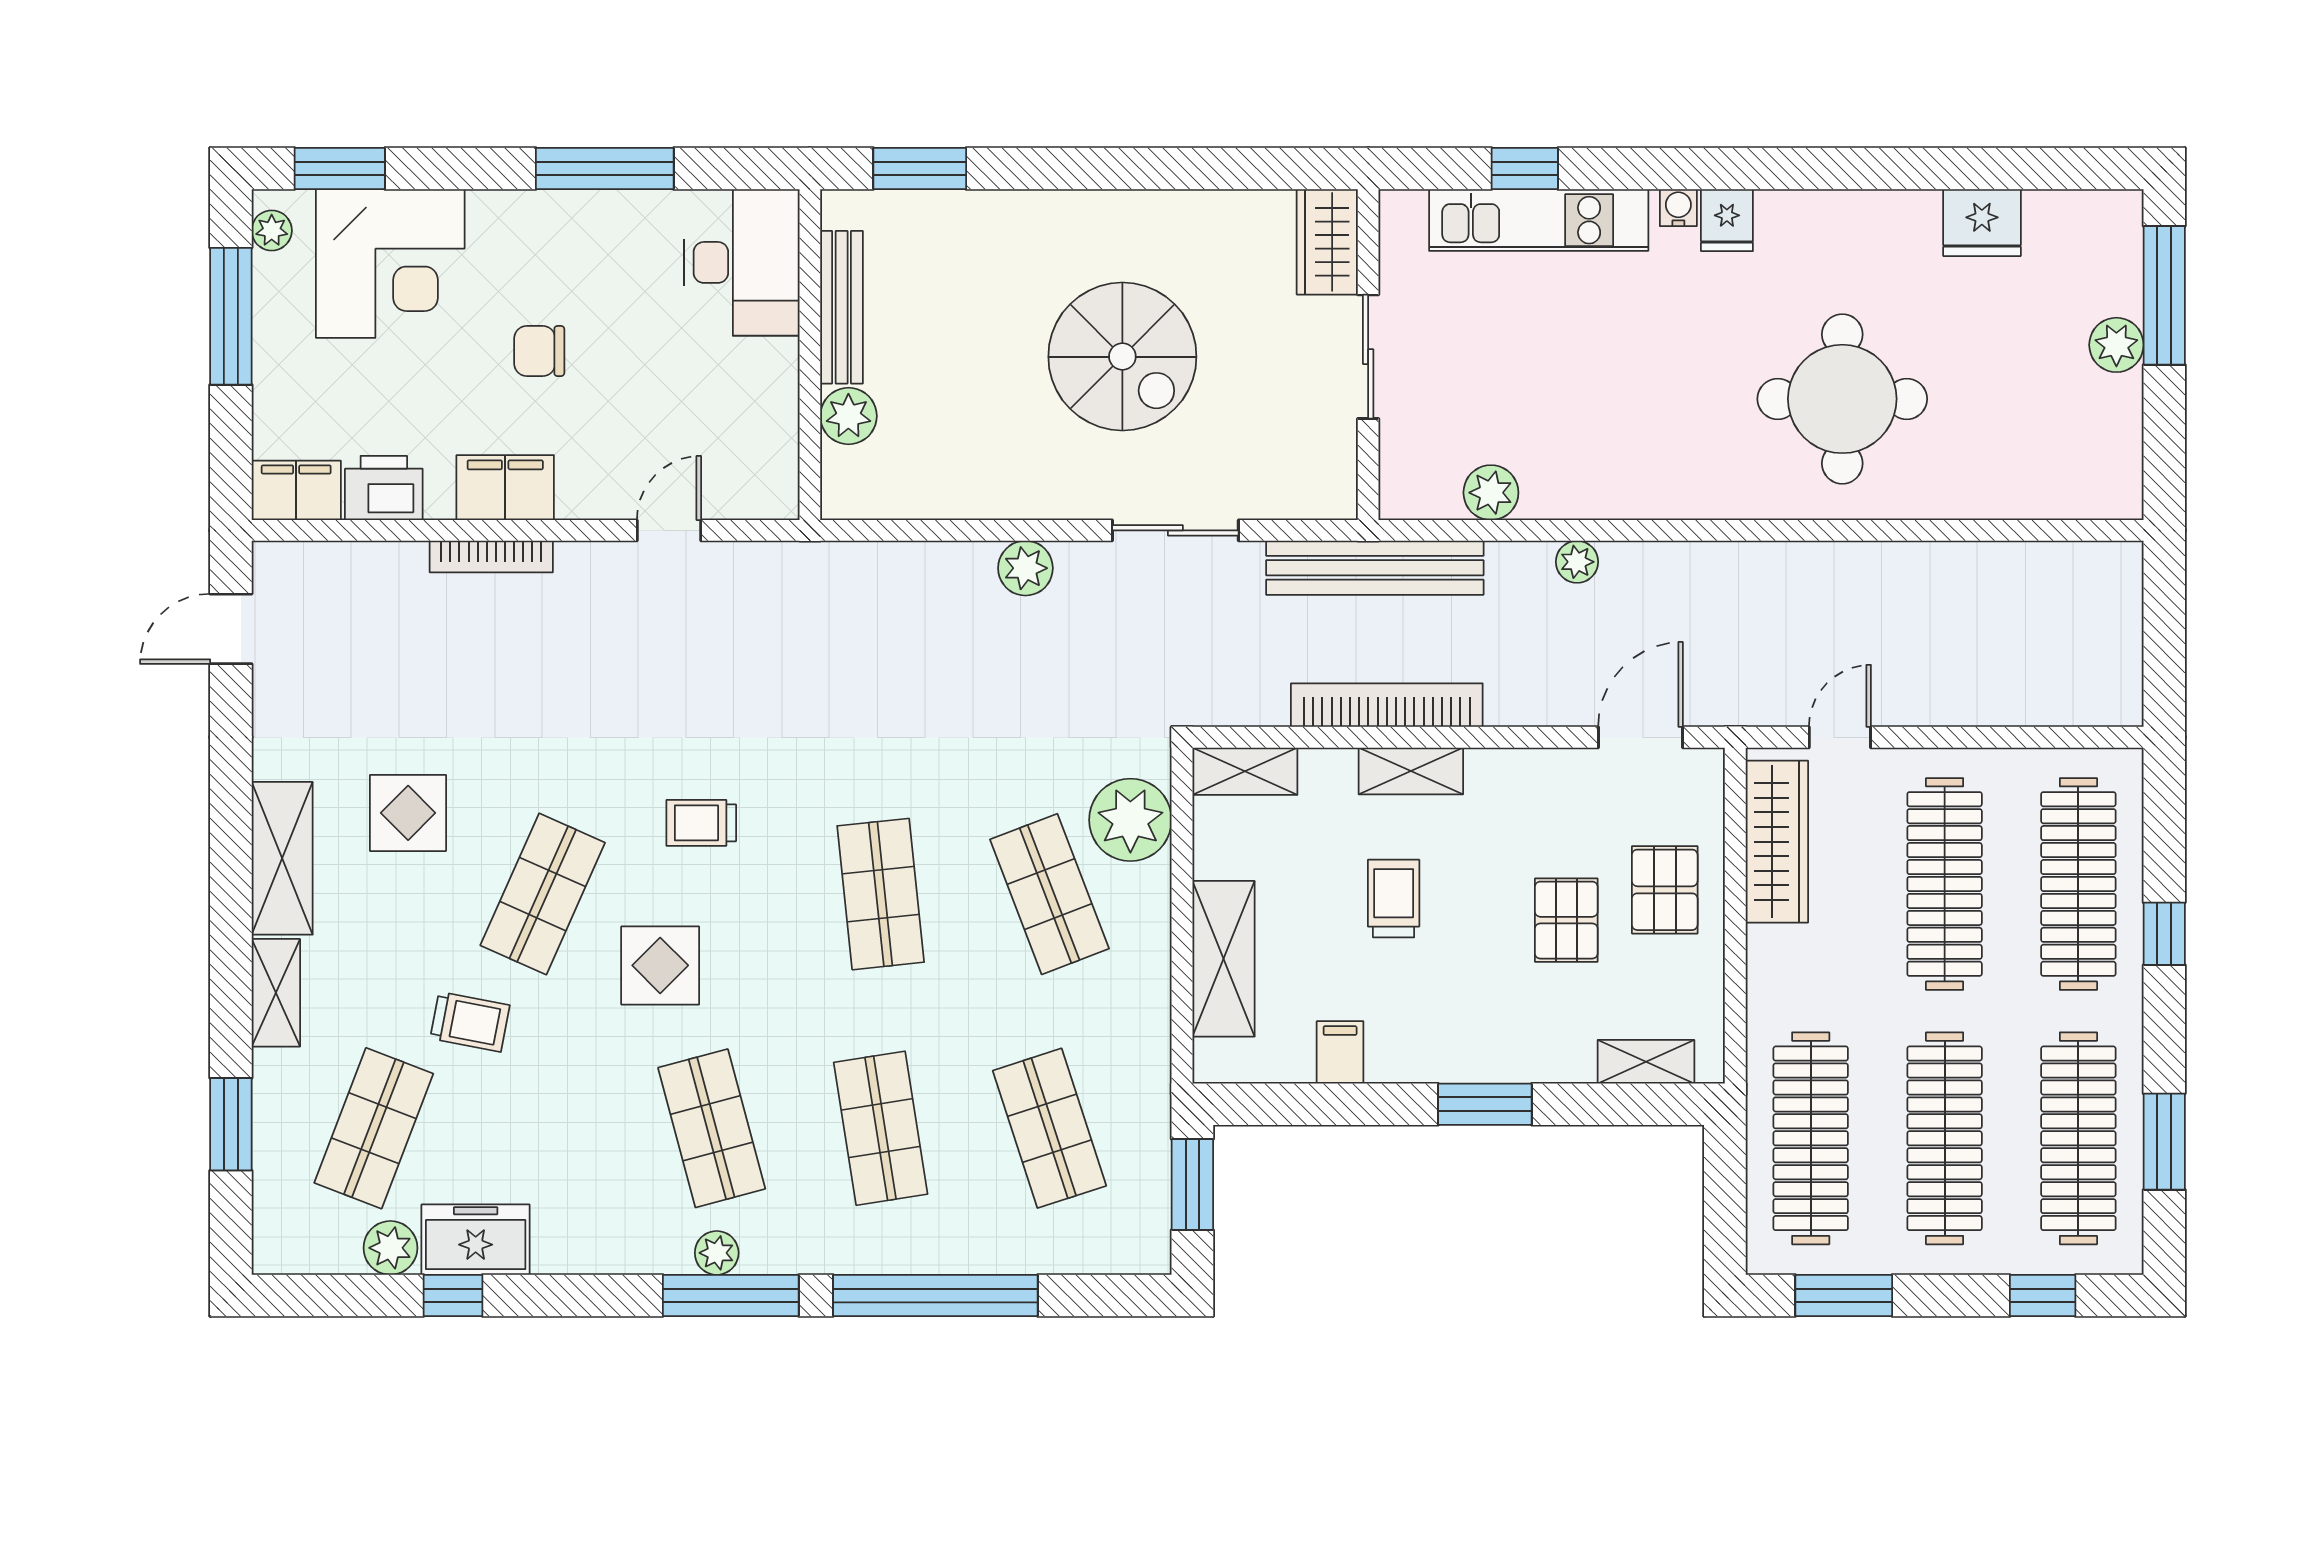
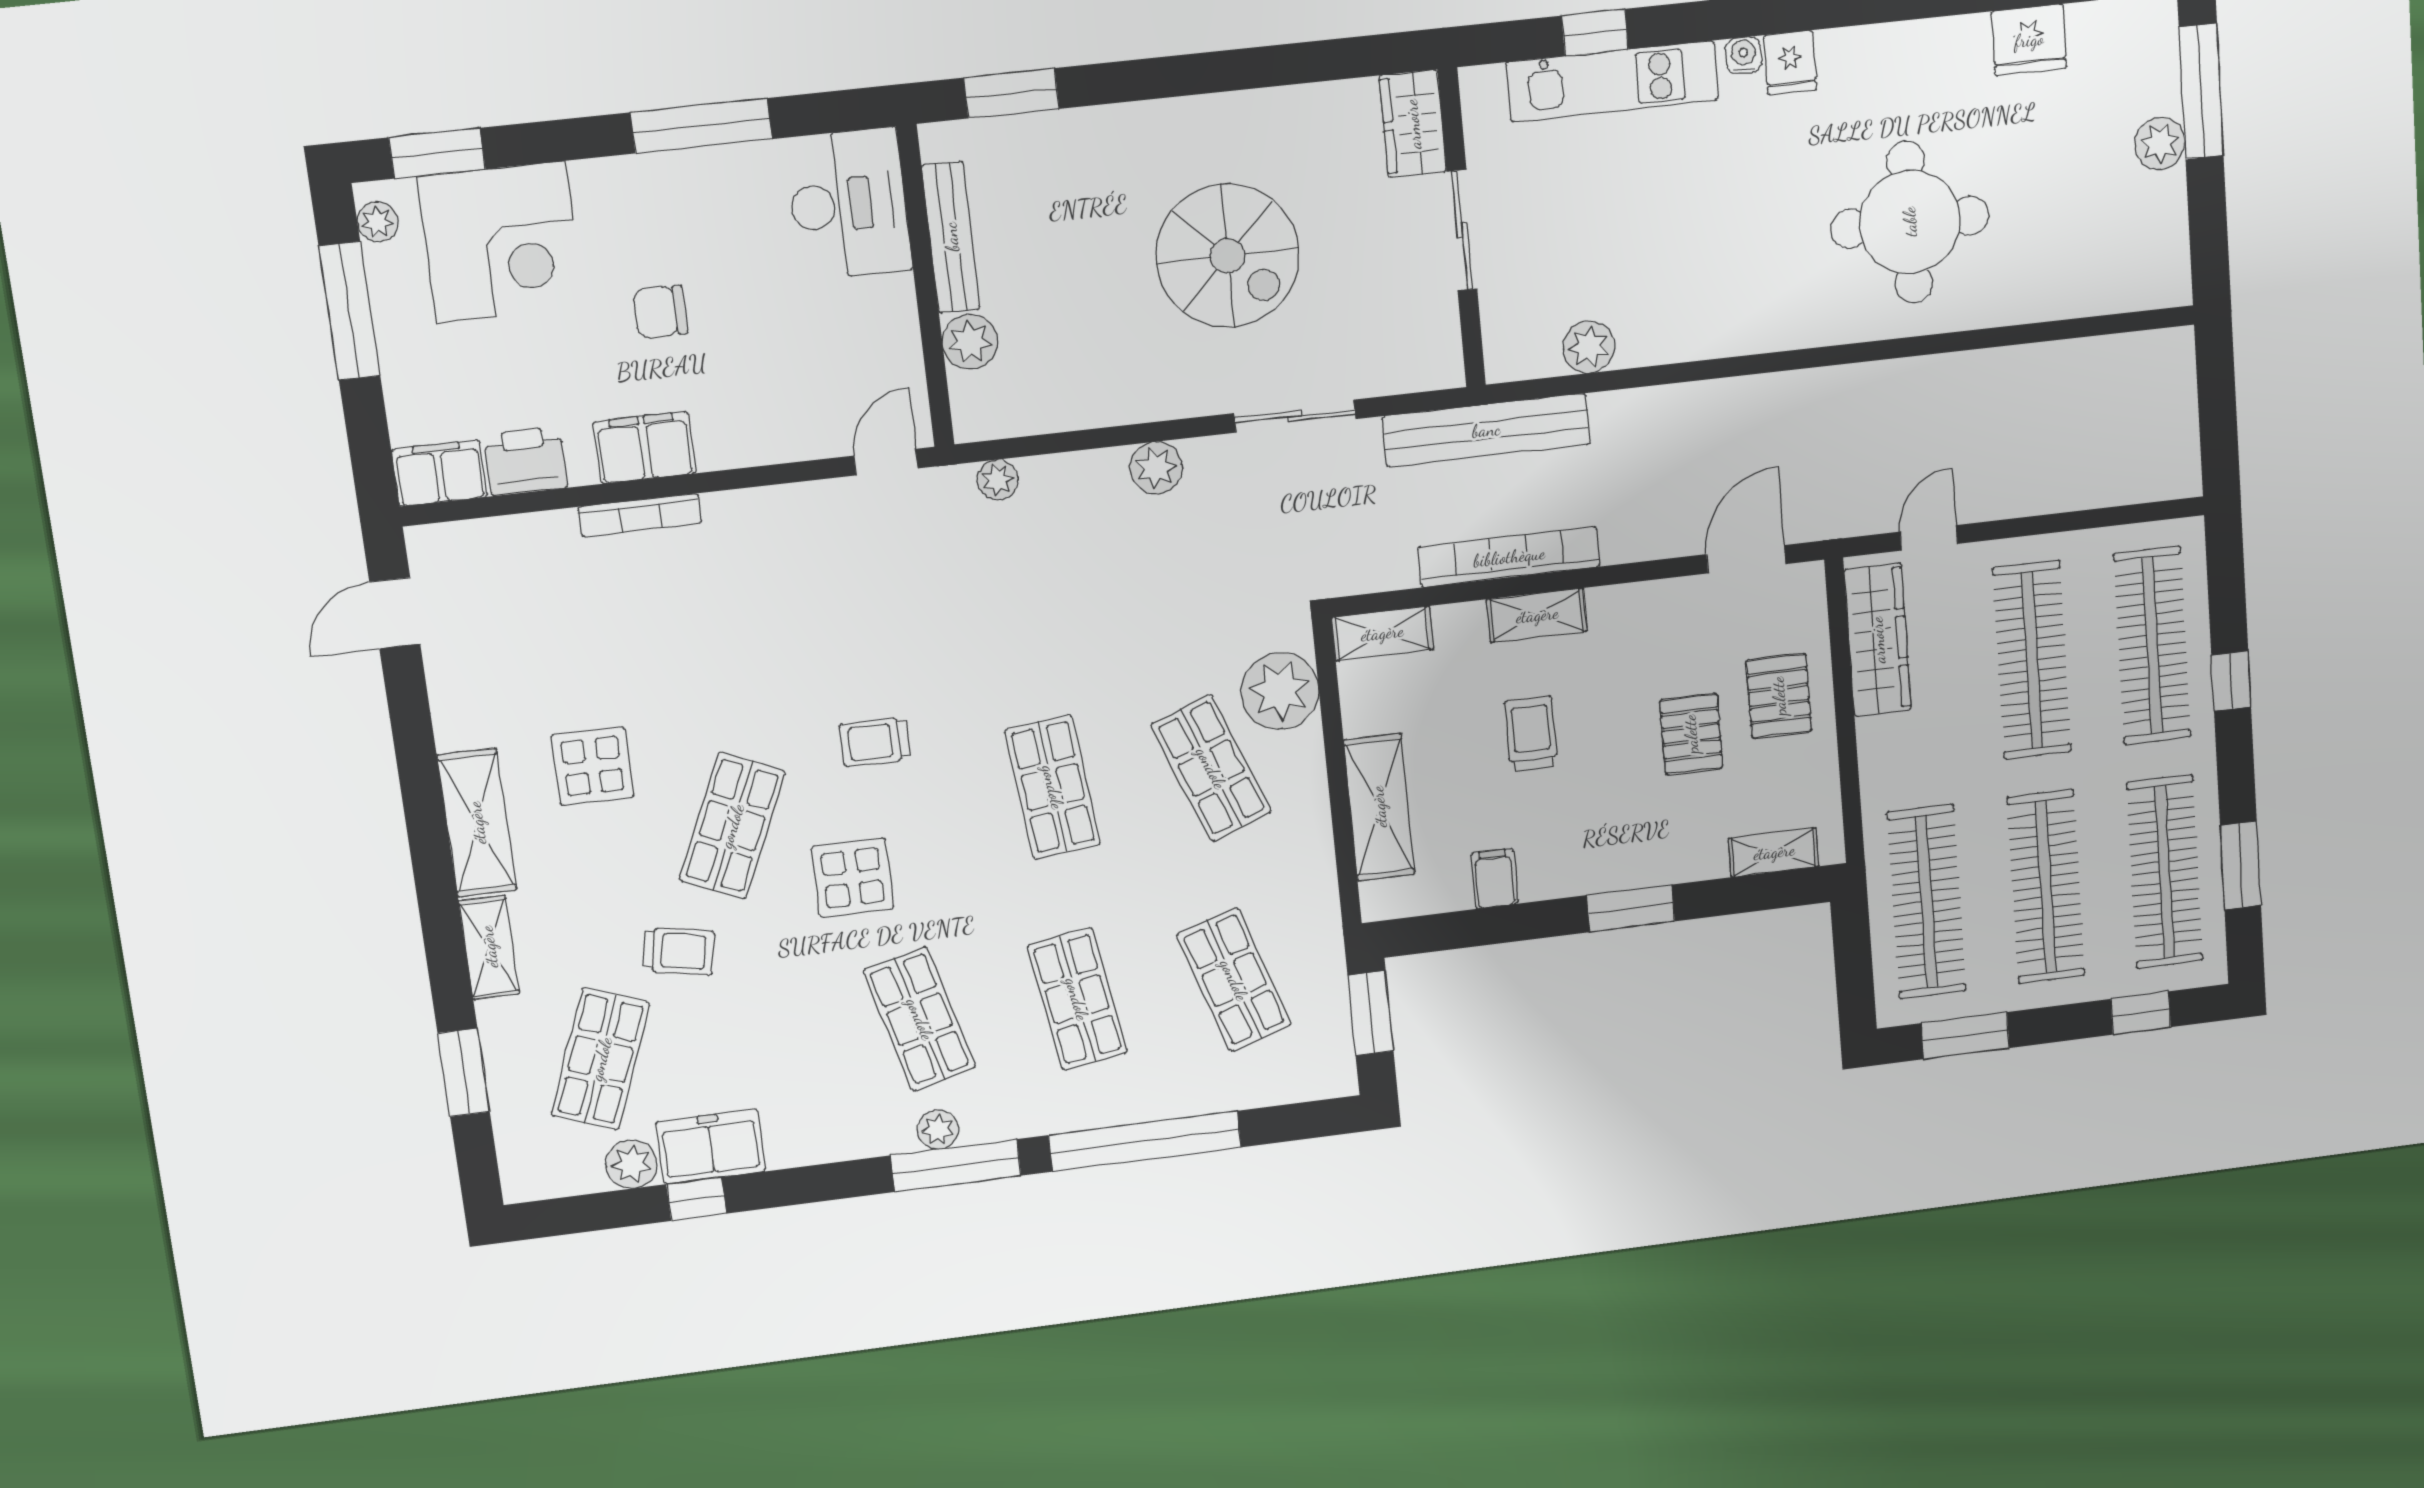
door: (669, 530) -> (886, 462), moved
plant: (1577, 562) -> (998, 480), moved

